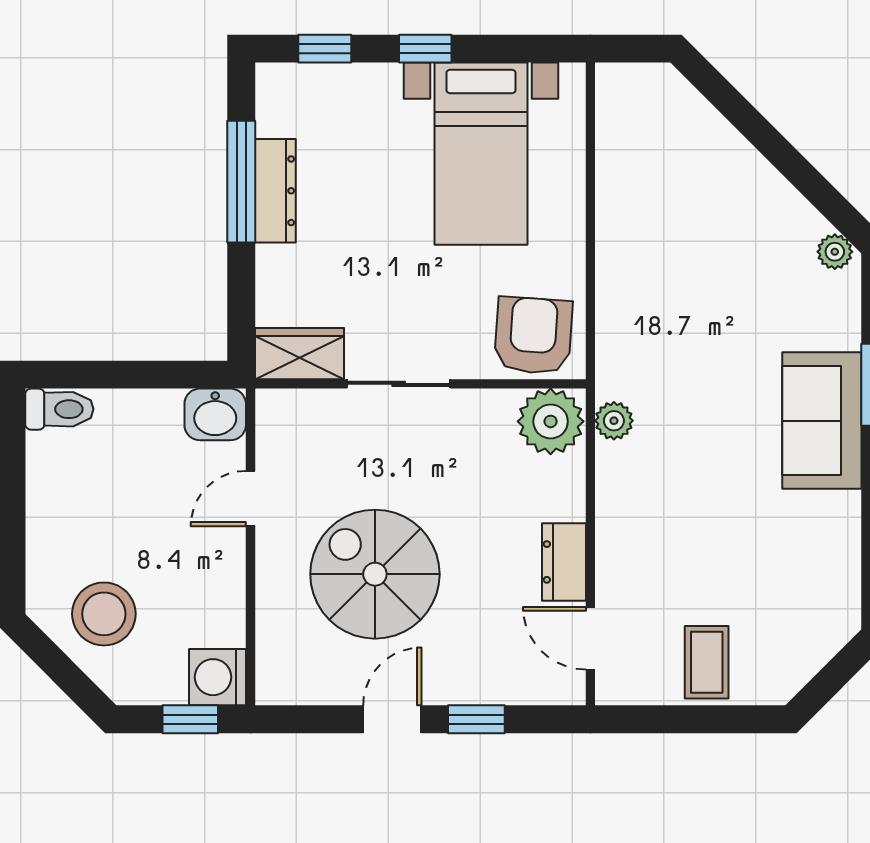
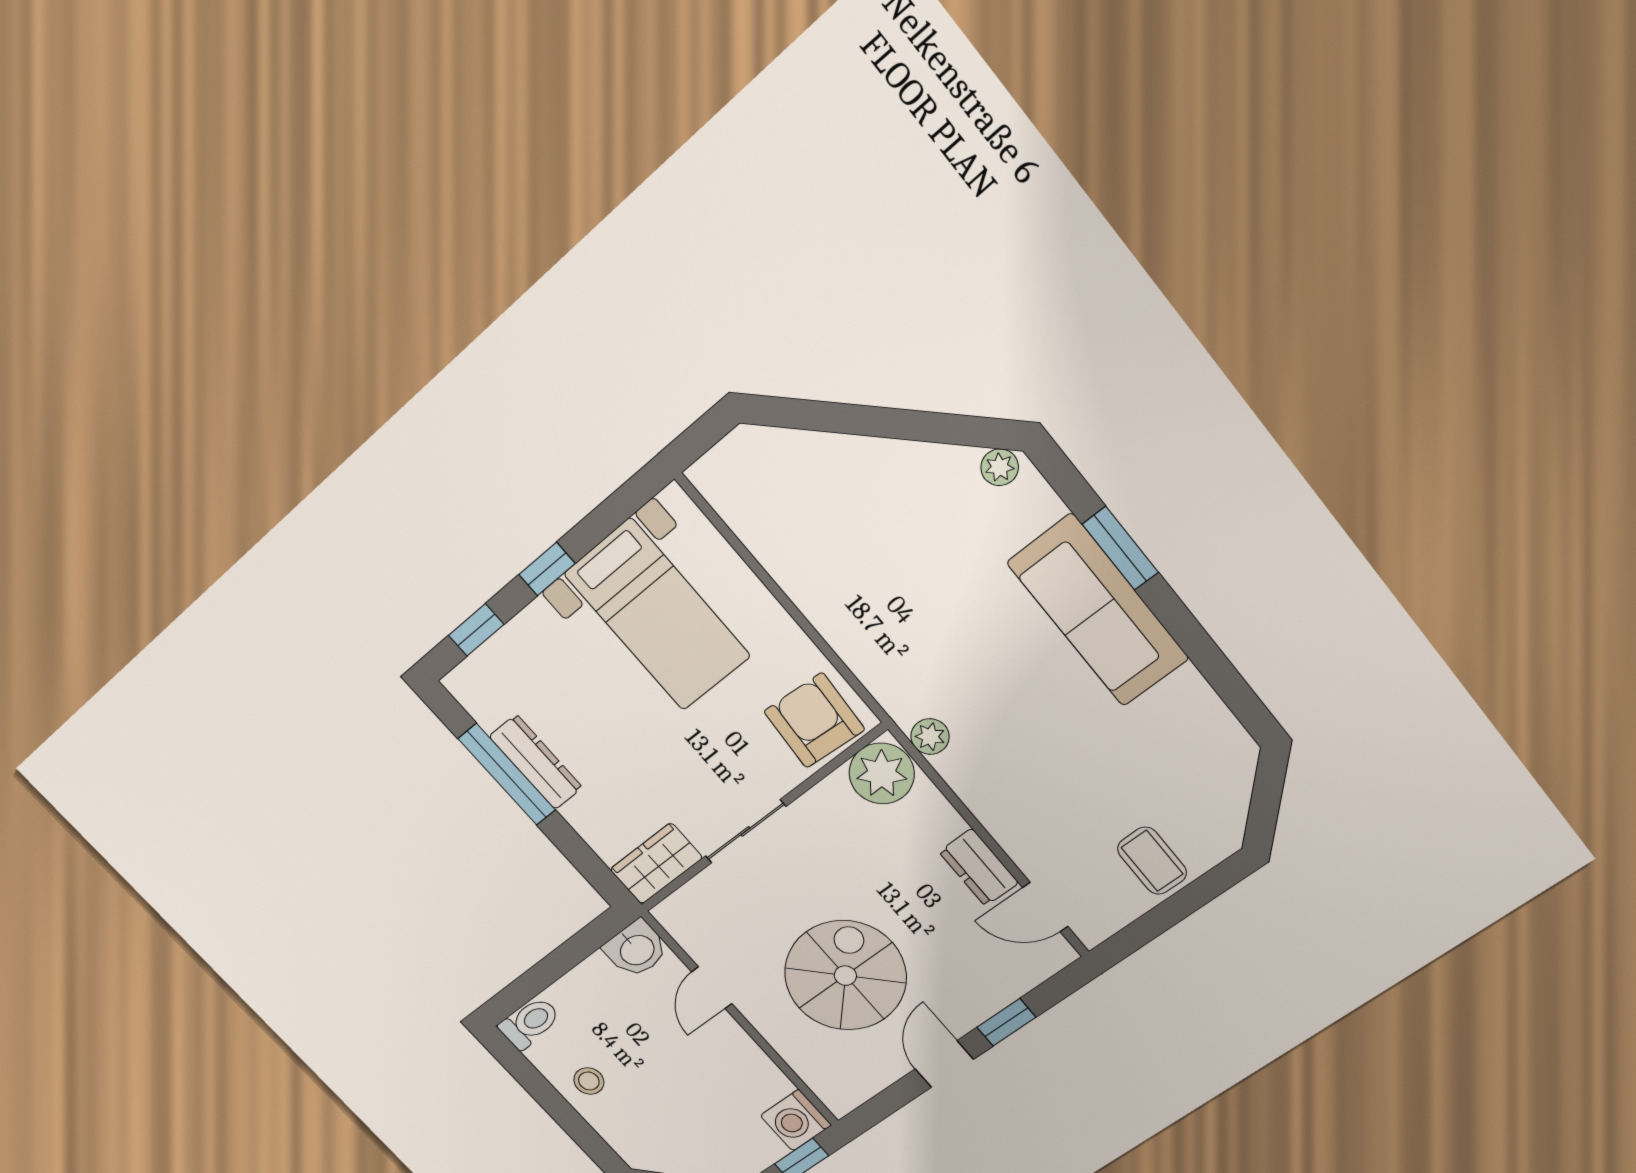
sofa: (822, 421) -> (1098, 611), width x1.36
spiral stairs: (375, 574) -> (845, 976), turned 90
stool: (104, 614) -> (589, 1081), moved, width x0.53, depth x0.53

